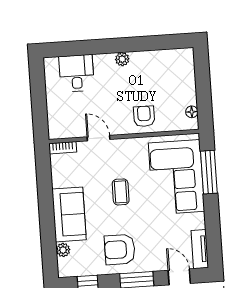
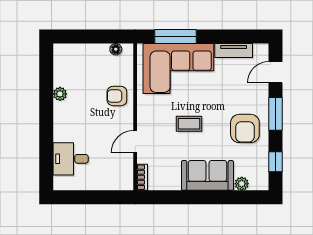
plant: (122, 59) -> (60, 94), moved
tv unit: (200, 249) -> (234, 51), moved

